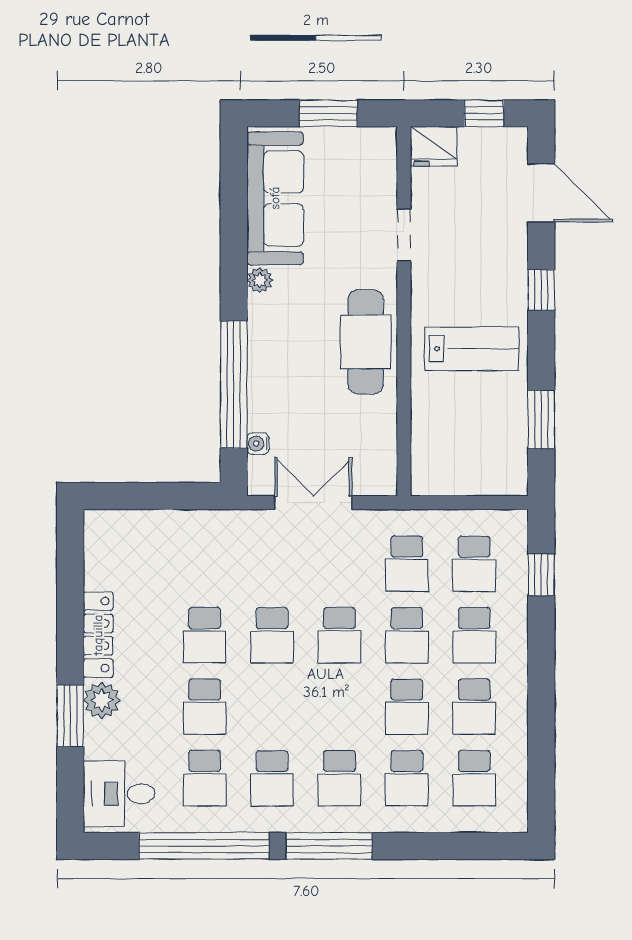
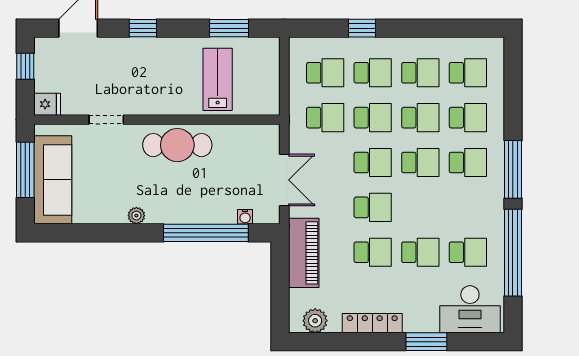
window: (328, 113) -> (25, 170), width x1.44
fridge: (433, 146) -> (47, 104), width x0.72
sofa: (275, 198) -> (53, 180), moved, turned 90
lab bench: (472, 349) -> (218, 79), moved
double door: (313, 503) -> (284, 180), swing flipped
piano: (204, 532) -> (304, 253), added
window: (541, 575) -> (362, 28), moved
plant: (102, 700) -> (315, 321), moved
school desk: (272, 778) -> (420, 163), moved
desk: (119, 794) -> (470, 309), width x1.37

